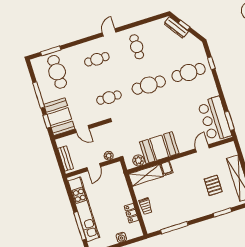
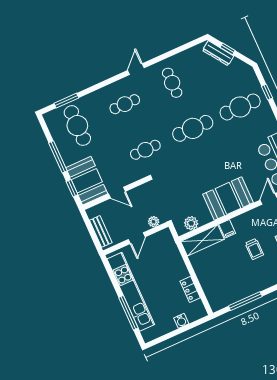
booth: (159, 148) -> (228, 198), moved
trolley: (146, 206) -> (254, 249), moved

